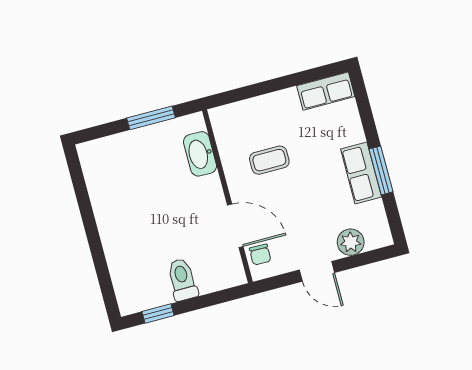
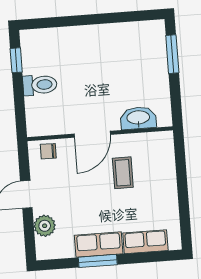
row of seats: (326, 91) -> (145, 242), moved, turned 90
window: (151, 118) -> (172, 54), moved
door: (235, 226) -> (92, 134), moved

